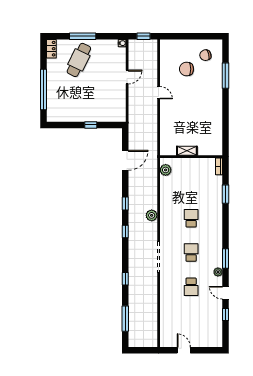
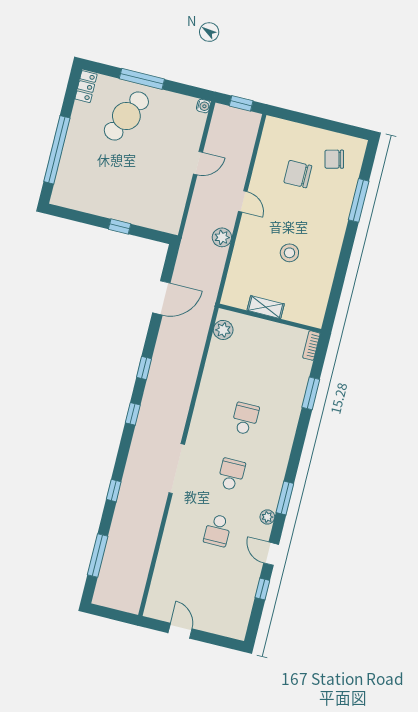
stool: (193, 116) -> (289, 253), added
plant: (152, 215) -> (222, 237), moved

